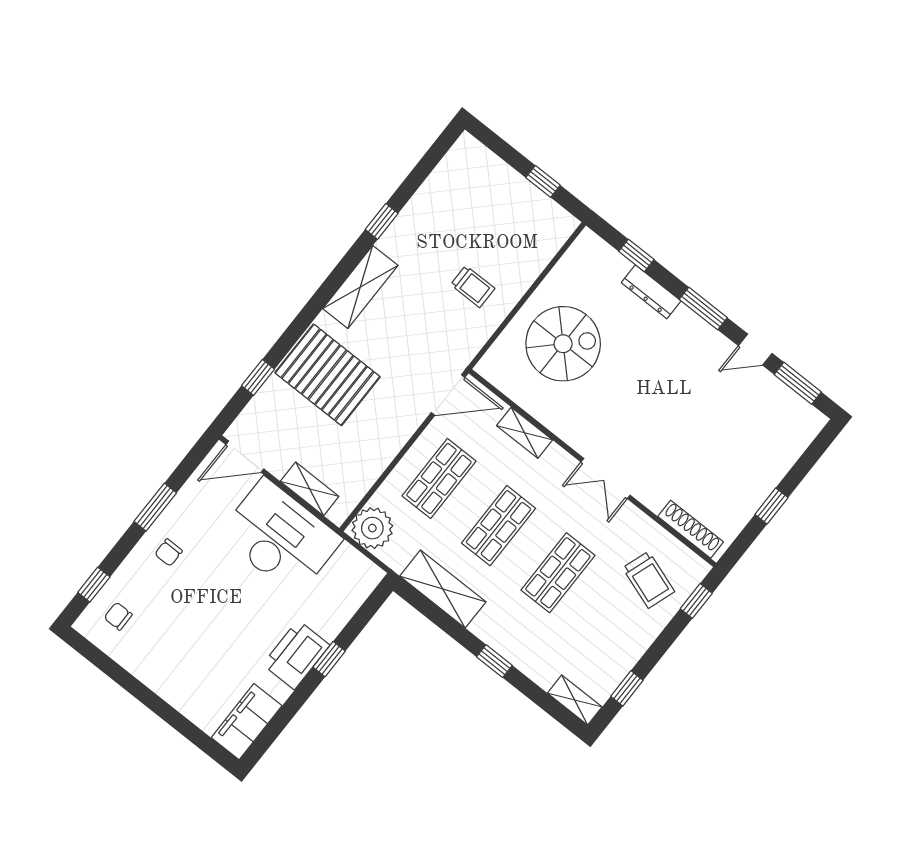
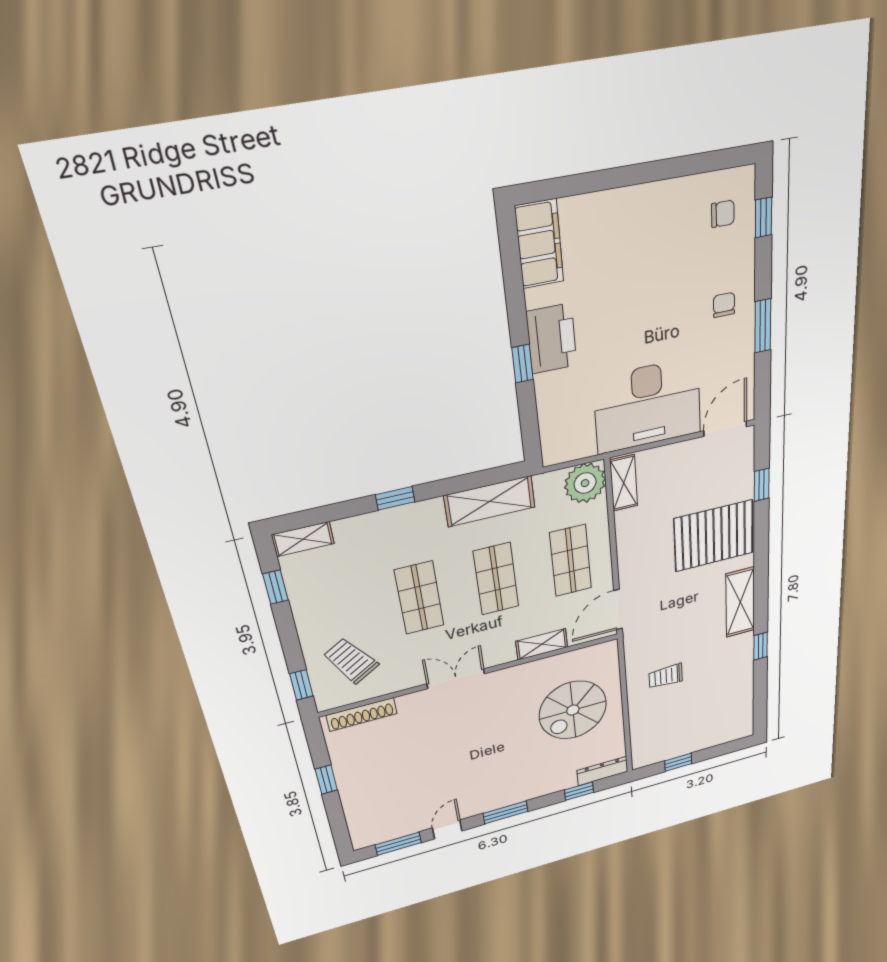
dresser: (651, 292) -> (603, 771), moved
shelving: (310, 489) -> (624, 483), moved, turned 90
trolley: (649, 580) -> (351, 661), turned 39

